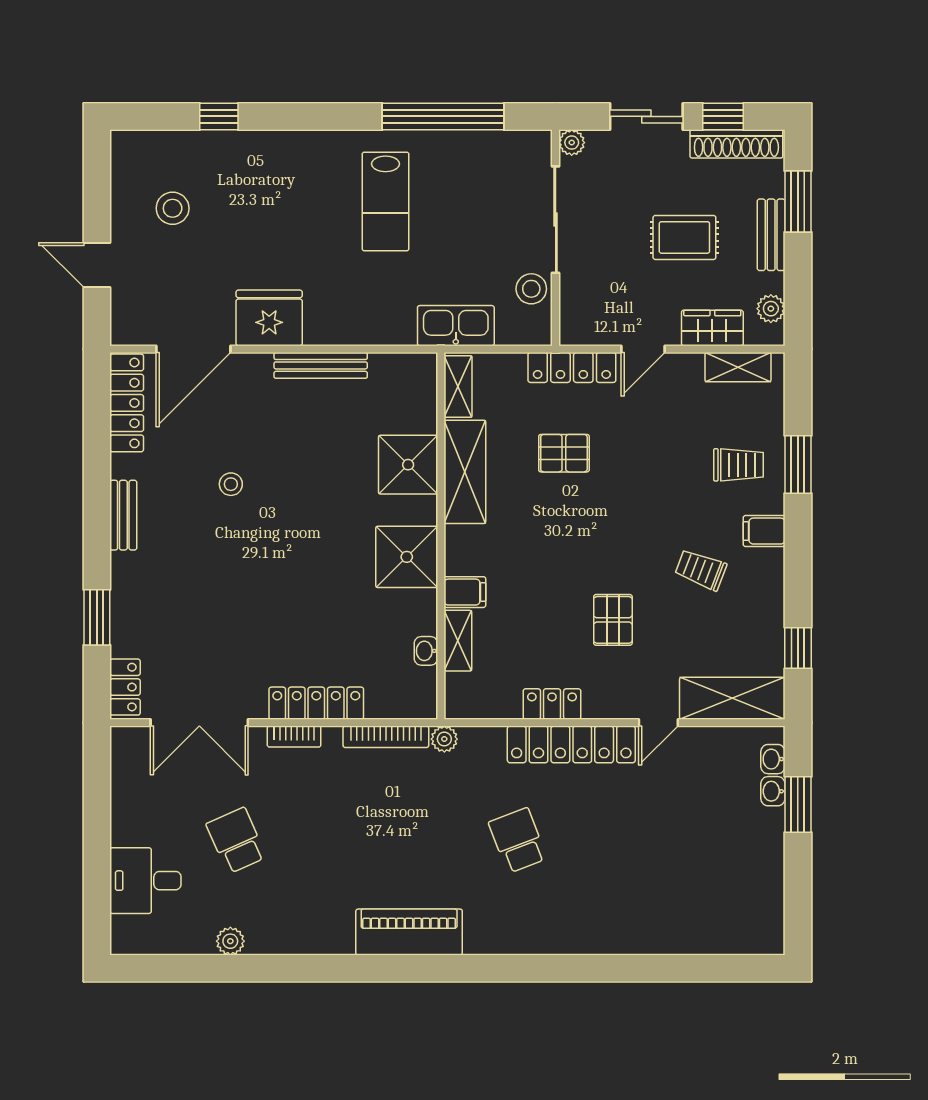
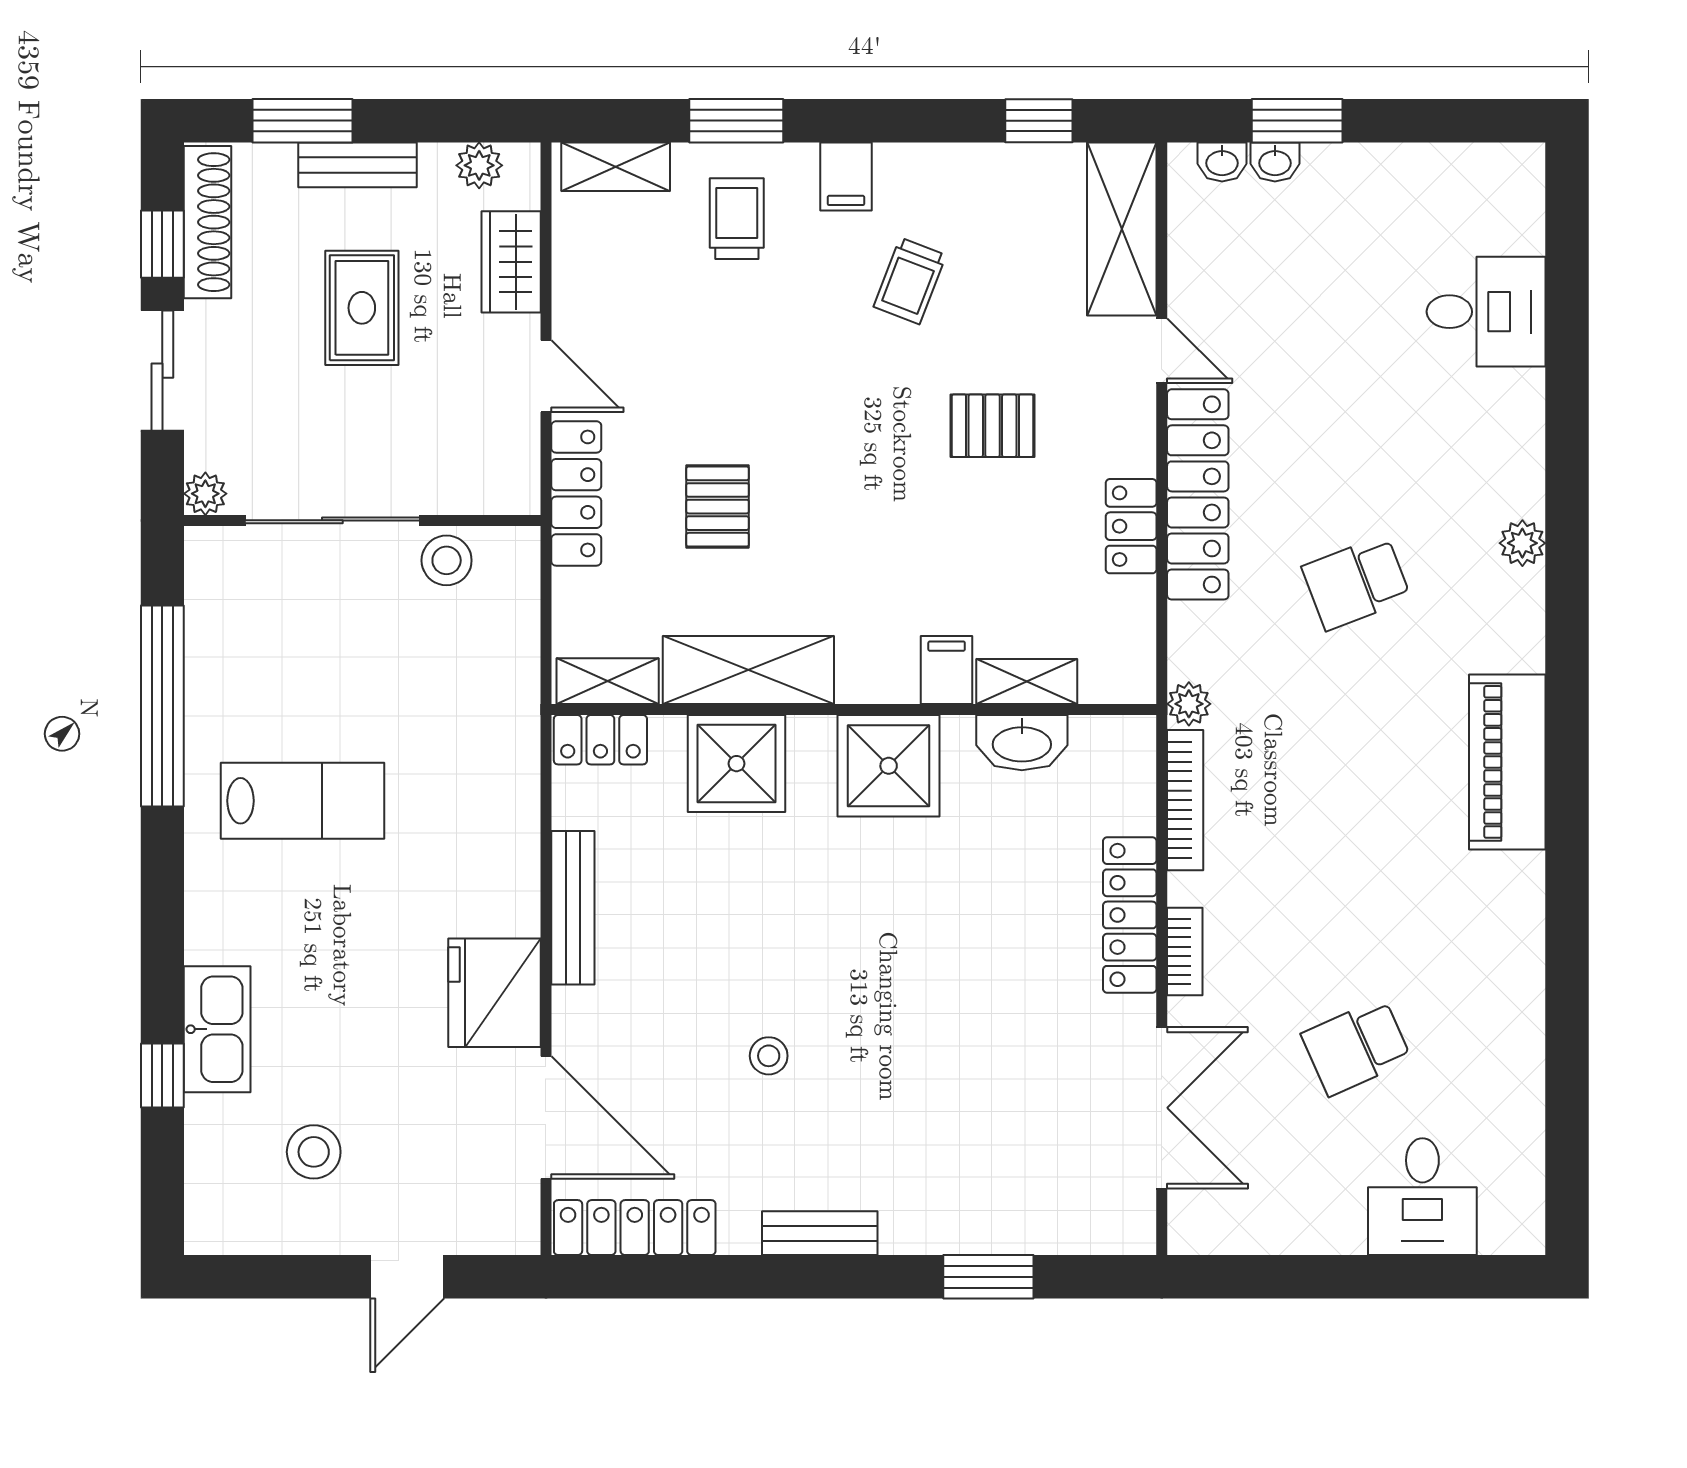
kitchen sink: (456, 326) -> (217, 1029), moved, turned 180
shelving: (738, 367) -> (616, 167), moved, turned 90
washbasin: (426, 651) -> (1022, 743), width x1.91, depth x1.45
locker: (125, 687) -> (600, 740), moved, turned 180
desk: (682, 919) -> (1486, 312), added
plant: (230, 941) -> (1522, 543), moved

